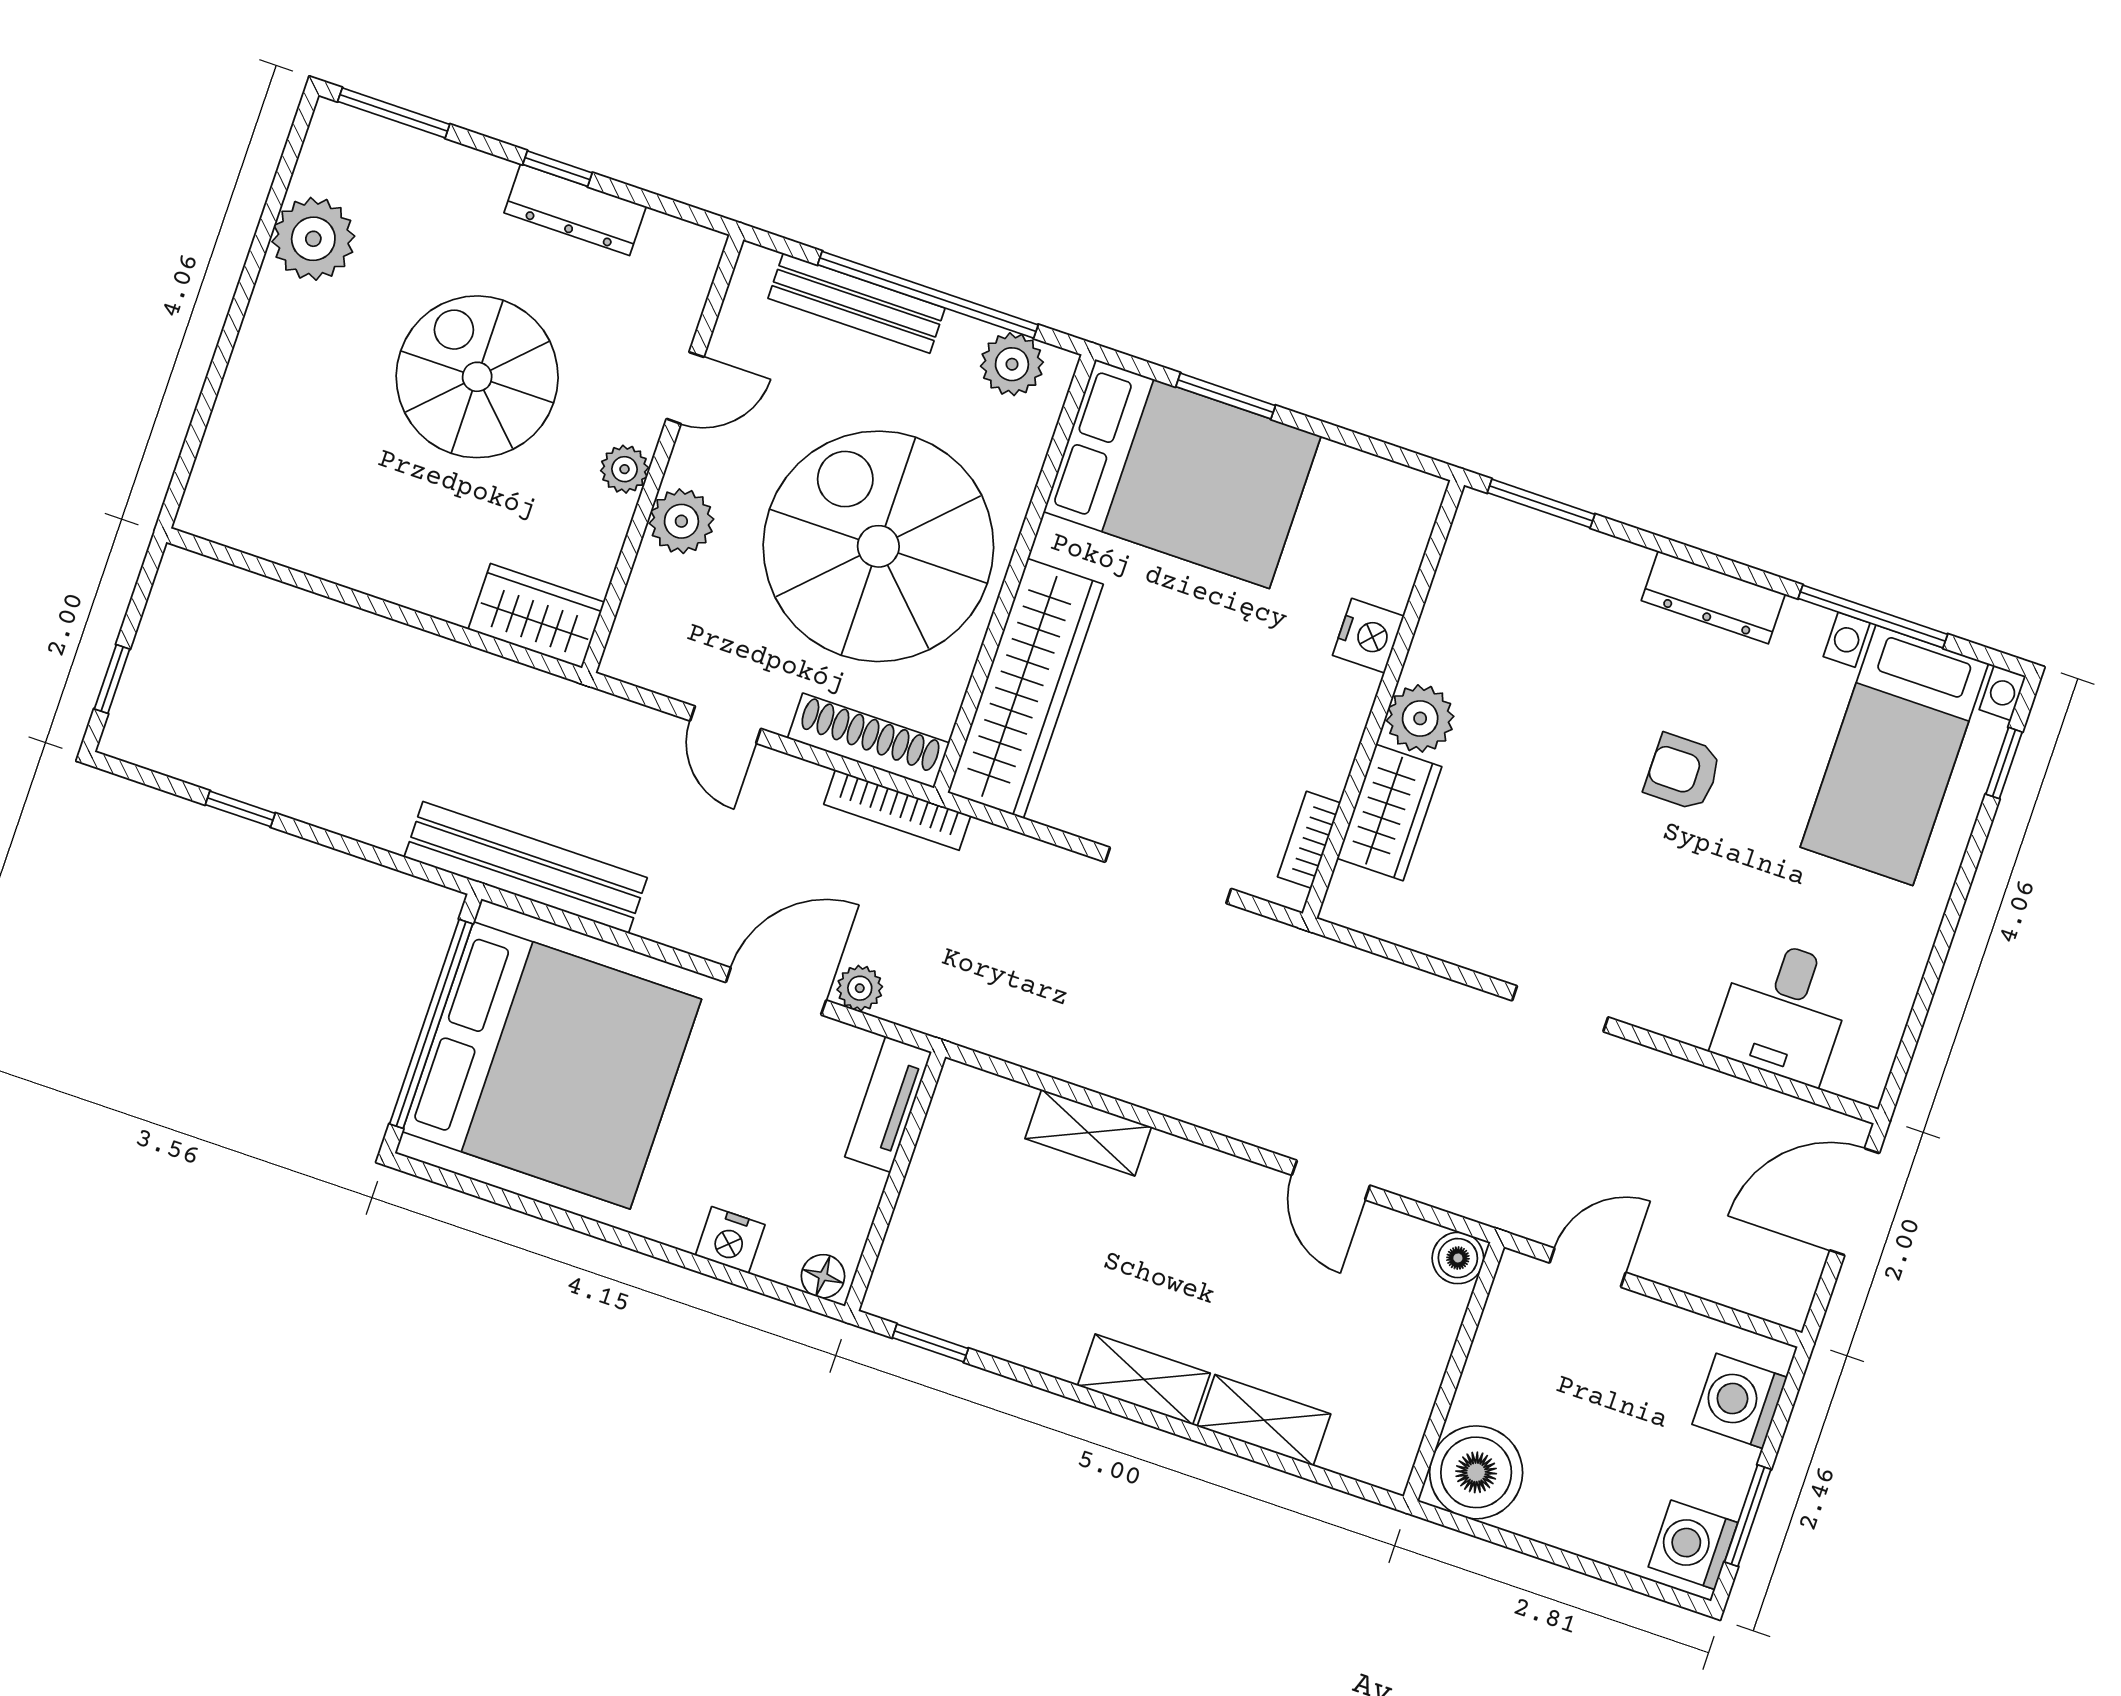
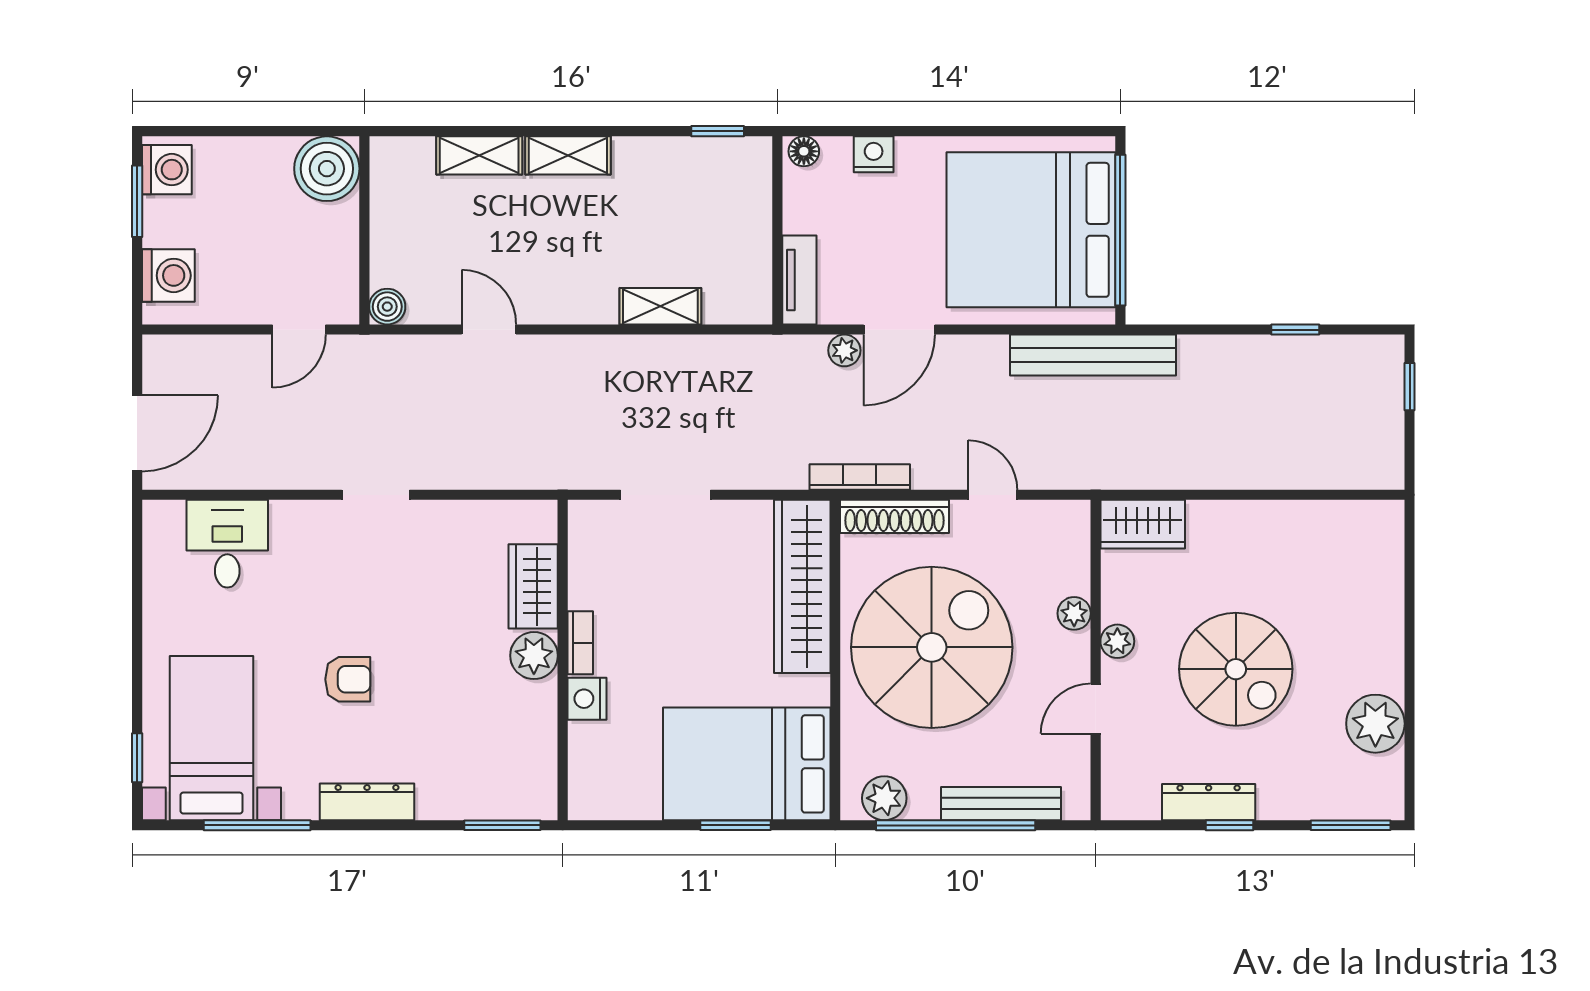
plant: (681, 521) -> (1074, 613), width x0.73, depth x0.73
spiral stairs: (878, 546) -> (932, 647), turned -90
bookcase: (1309, 840) -> (580, 643), moved

